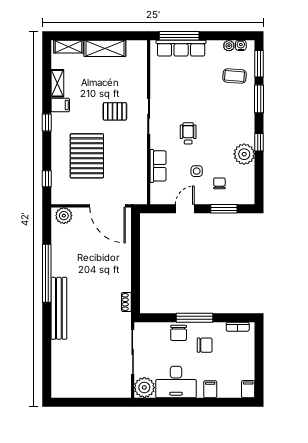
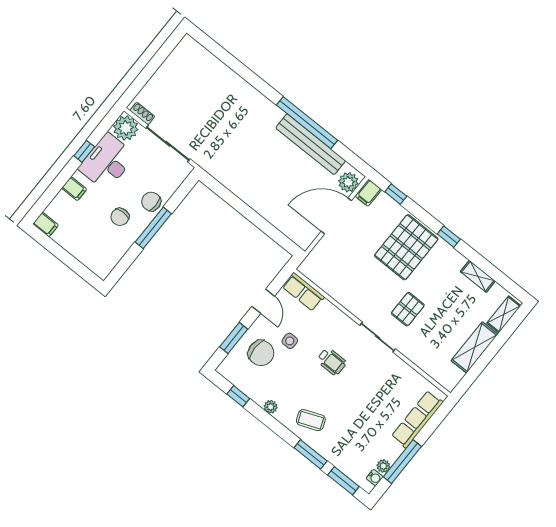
window: (179, 36) -> (402, 462), moved
coffee table: (235, 76) -> (311, 420), moved, turned 64
filing cabinet: (60, 105) -> (368, 193), moved
window: (259, 142) -> (238, 396), moved
plant: (244, 154) -> (271, 407), width x0.53, depth x0.53
pallet: (87, 156) -> (406, 247), moved, turned 90
row of seats: (158, 166) -> (303, 292), moved
chair: (219, 183) -> (261, 353), width x1.87, depth x1.87
door: (108, 206) -> (336, 216), moved
shoe rack: (126, 302) -> (142, 114), moved
bench: (59, 308) -> (311, 144), moved
bookcase: (238, 327) -> (112, 262), removed
window: (181, 402) -> (84, 151), added

